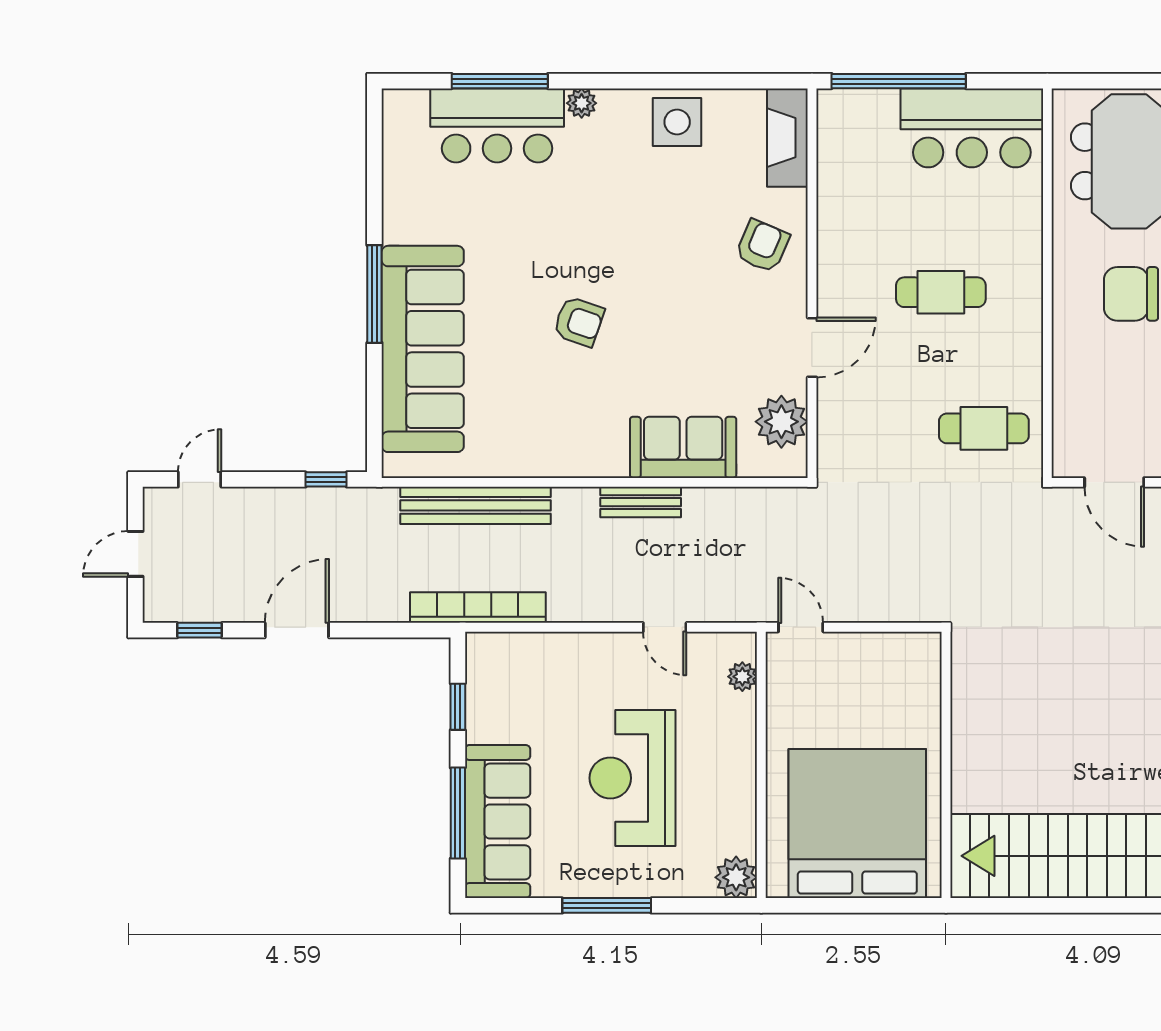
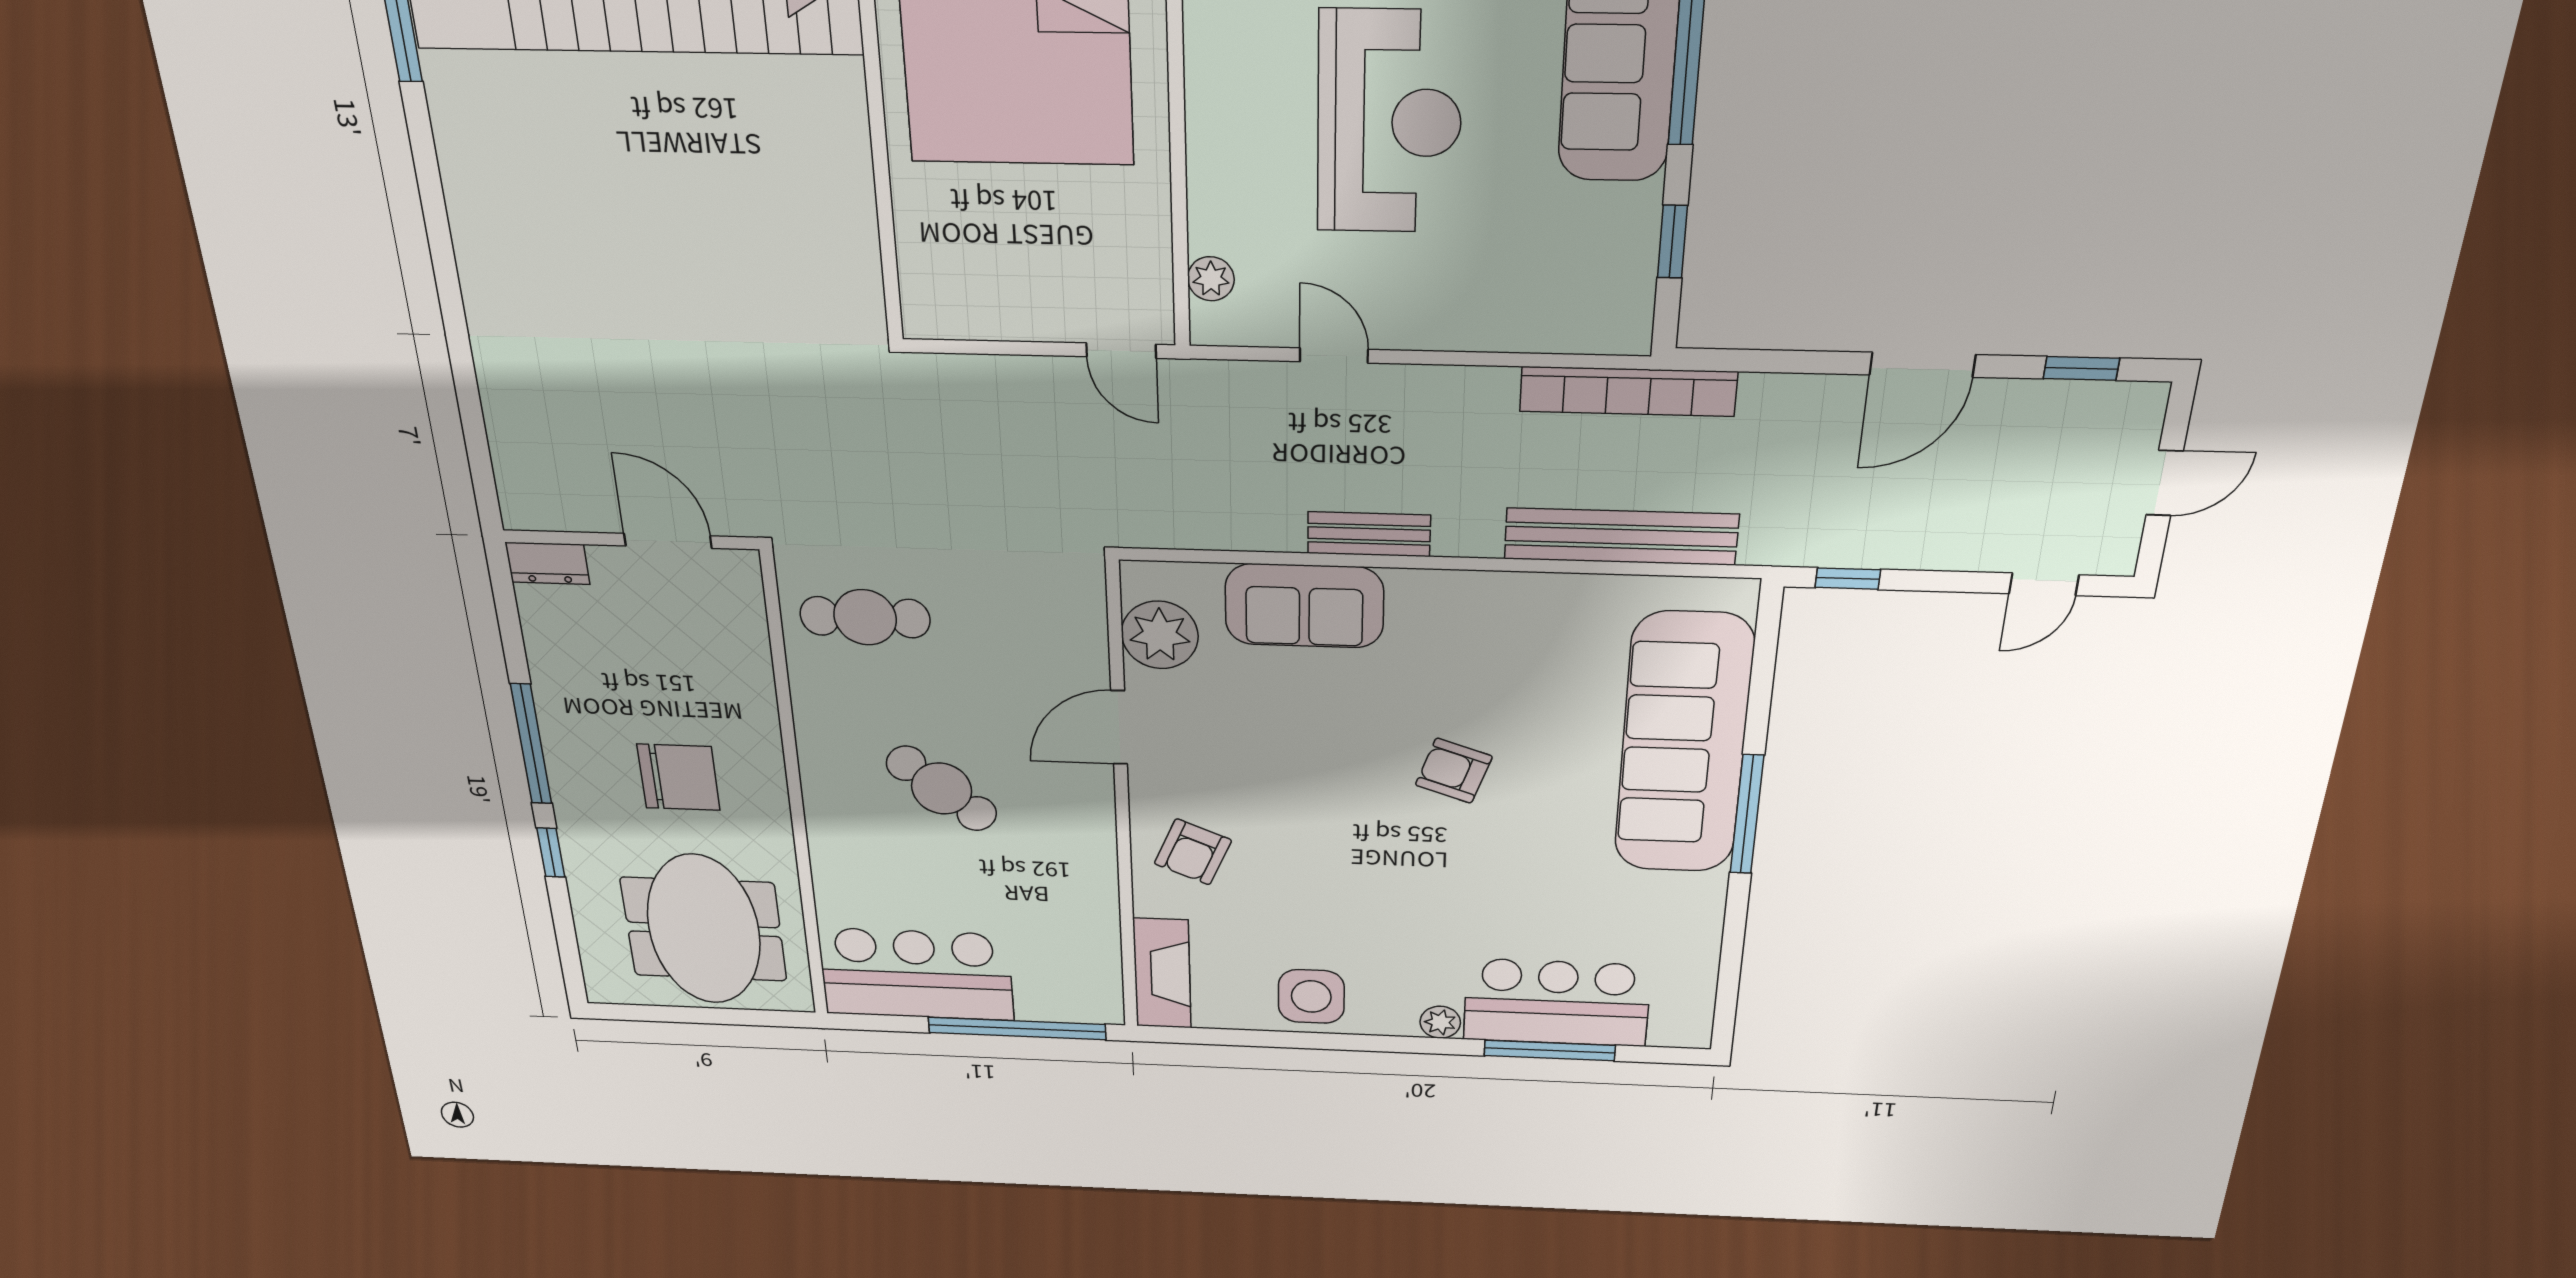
cafe table: (941, 292) -> (942, 789), turned 40

